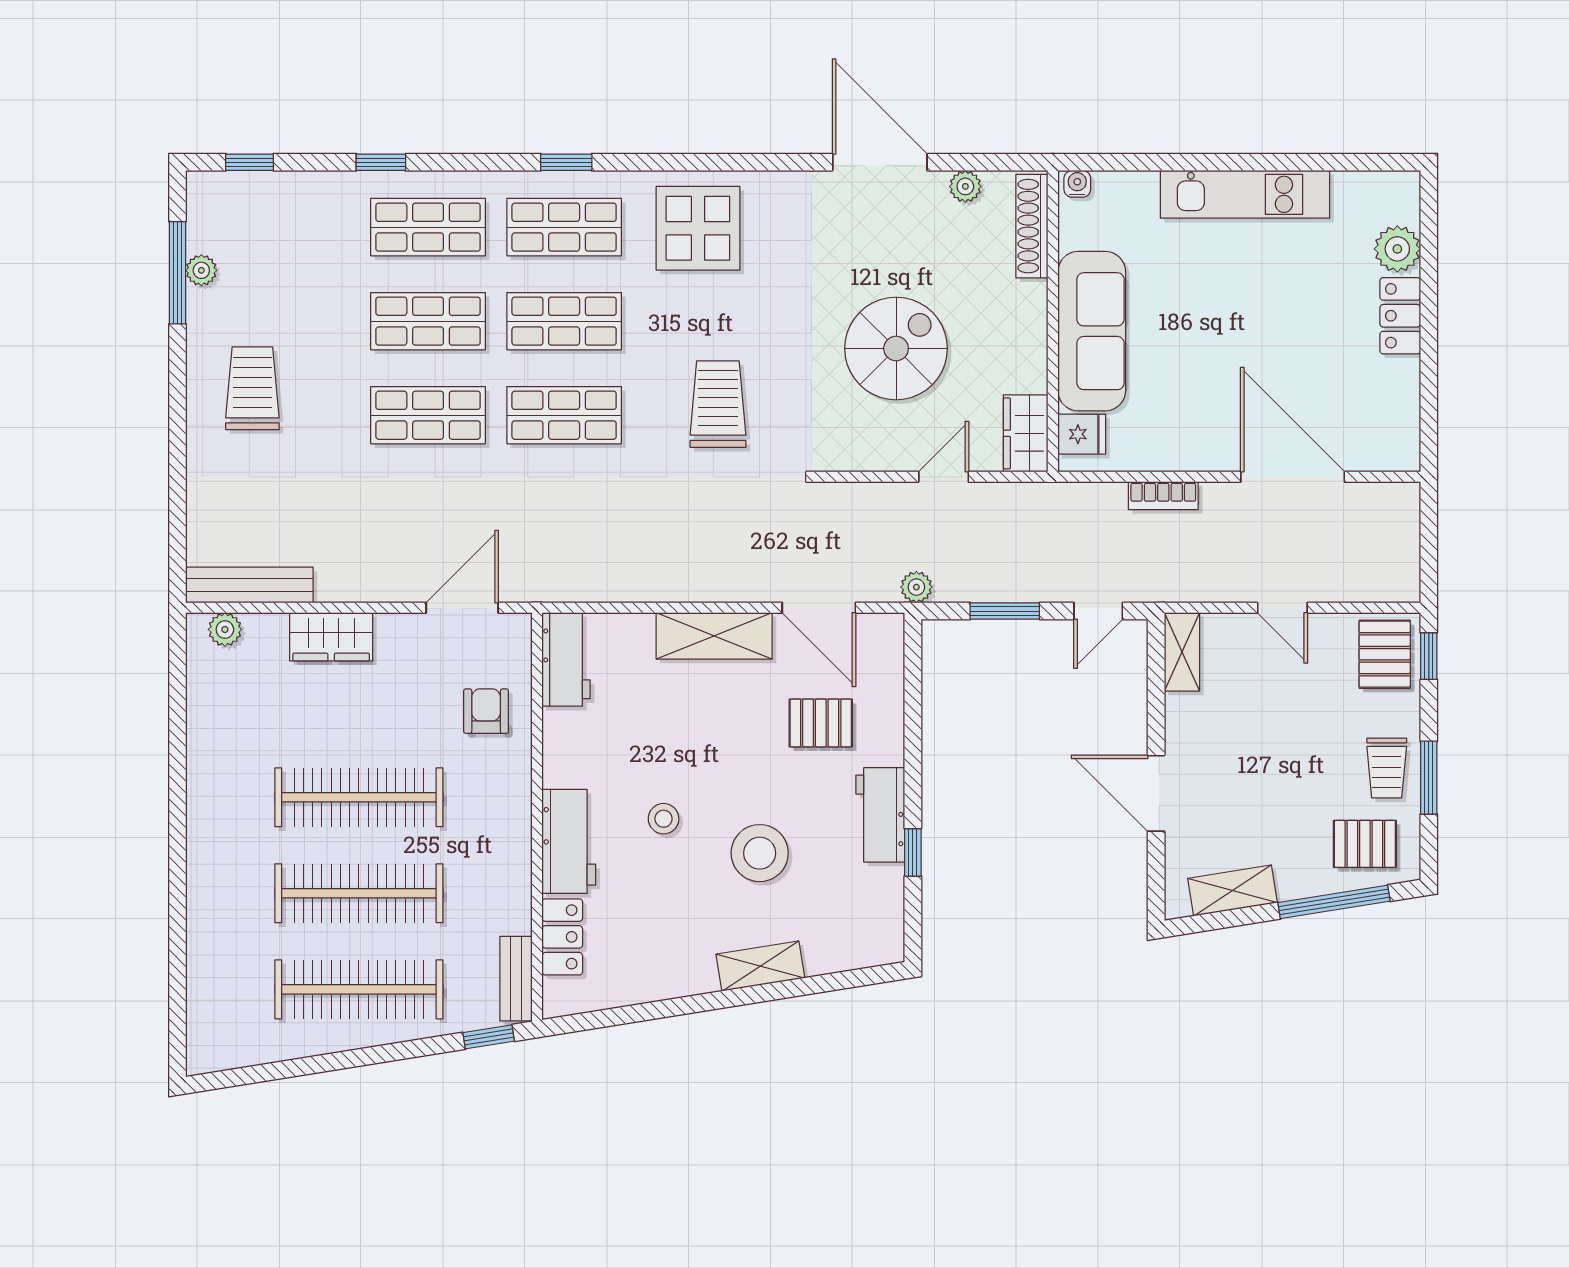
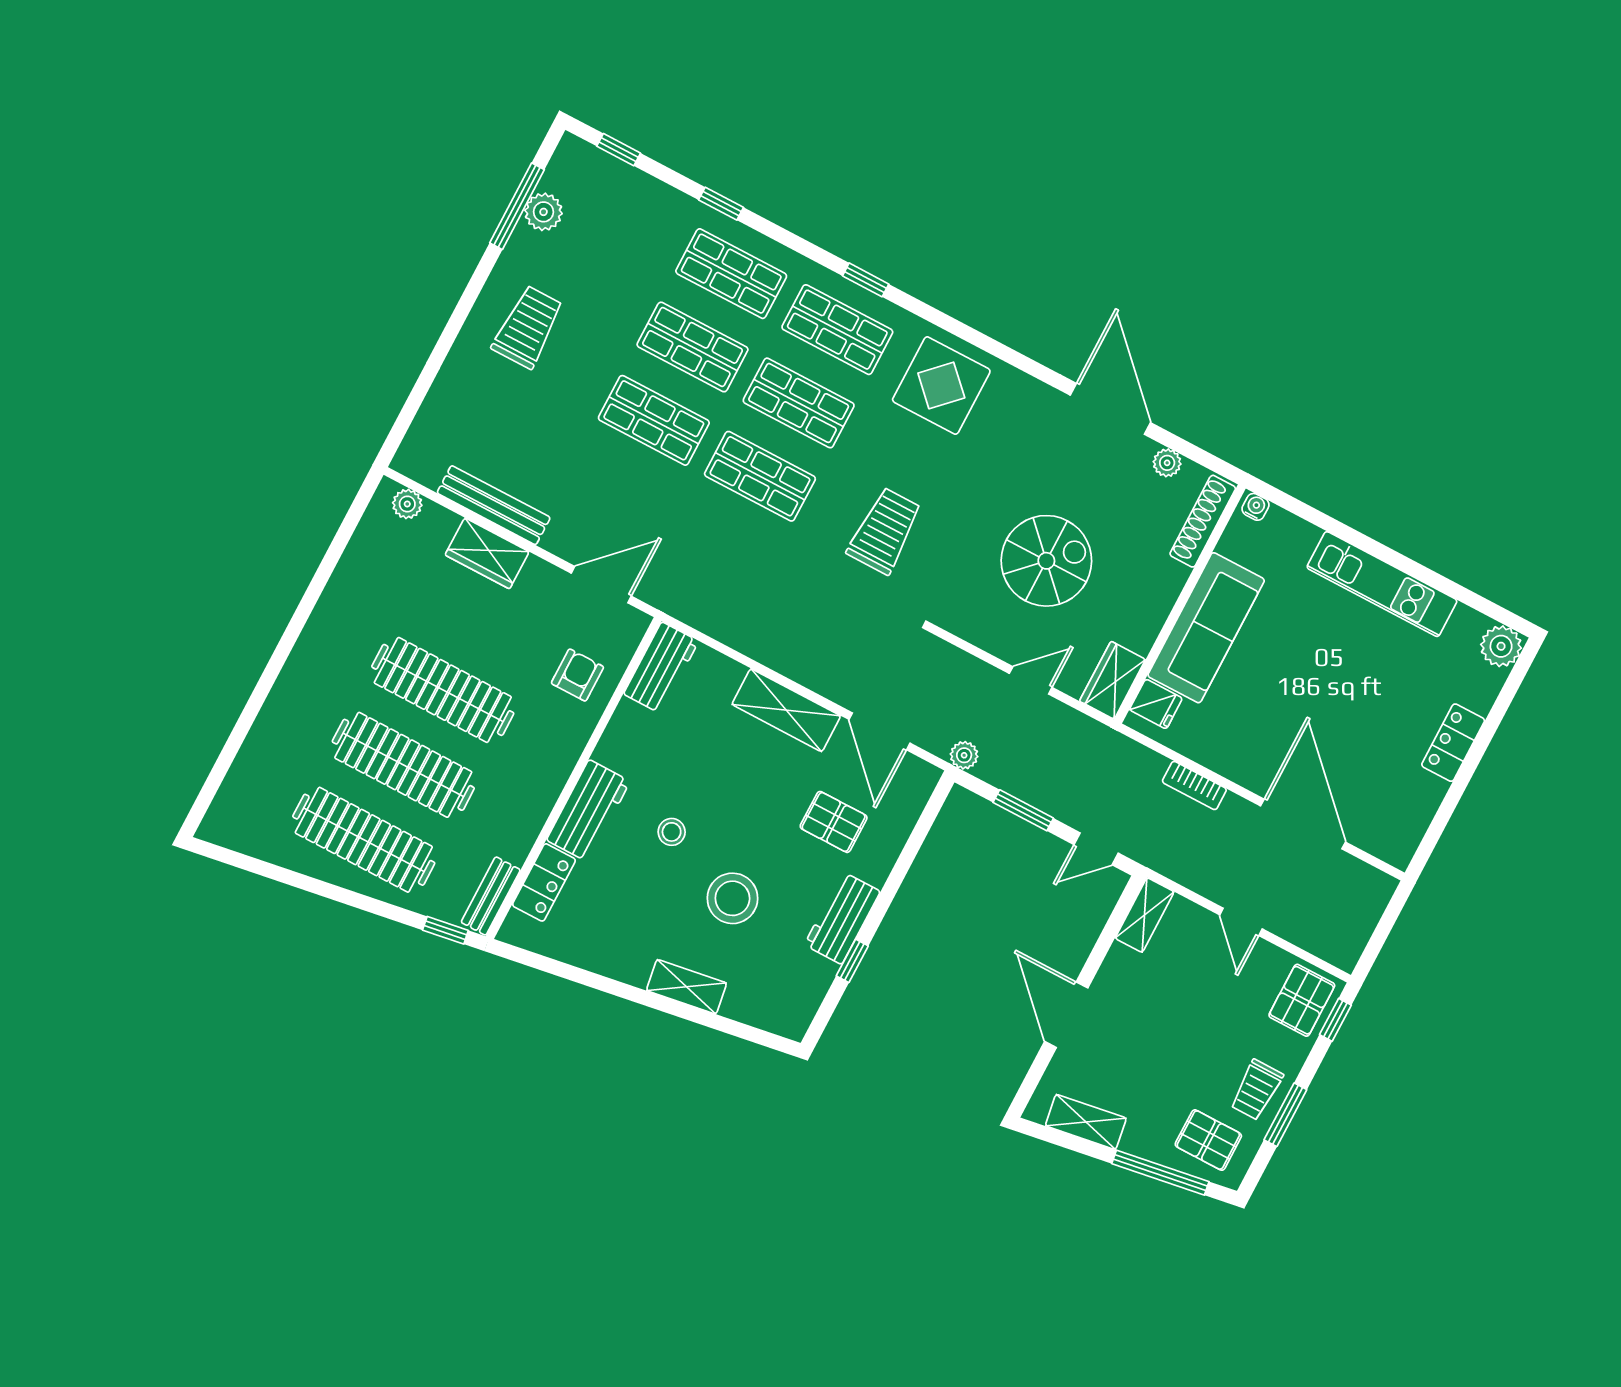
plant: (1397, 249) -> (1501, 646), moved
plant: (201, 270) -> (544, 212), width x1.38, depth x1.38
bench: (249, 585) -> (494, 505), moved

